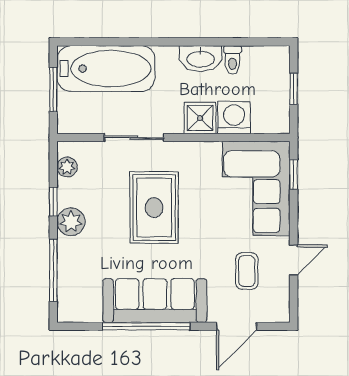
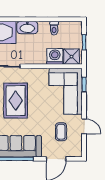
washbasin: (201, 59) -> (27, 27), moved
shower: (200, 118) -> (71, 57), moved
door: (294, 260) -> (84, 126), hinge flipped

